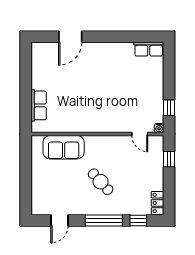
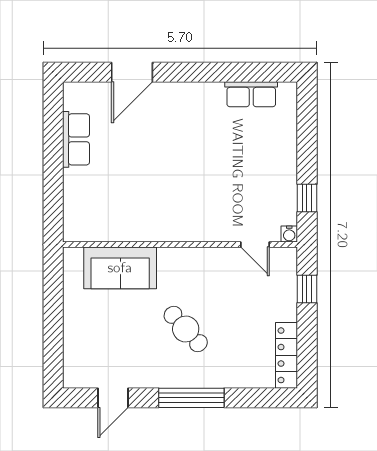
row of seats: (149, 49) -> (251, 94), moved
row of seats: (39, 105) -> (76, 139), moved
locker: (157, 203) -> (286, 355), width x1.53
window: (138, 221) -> (253, 398), removed

